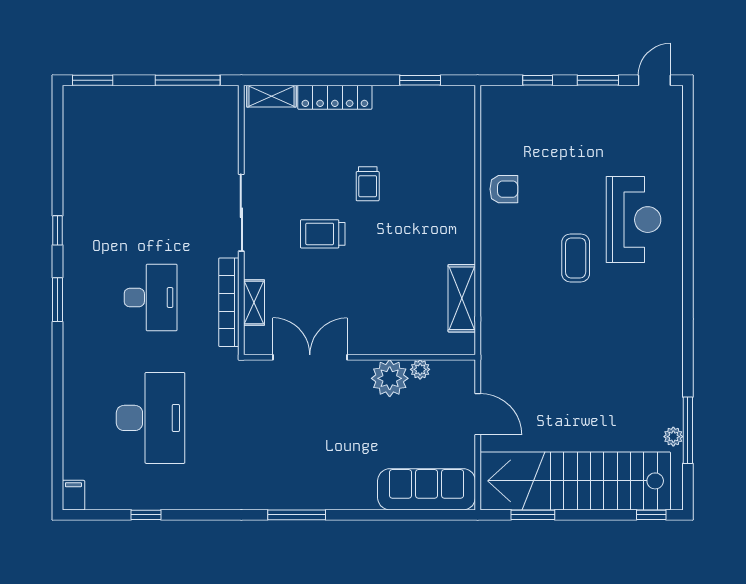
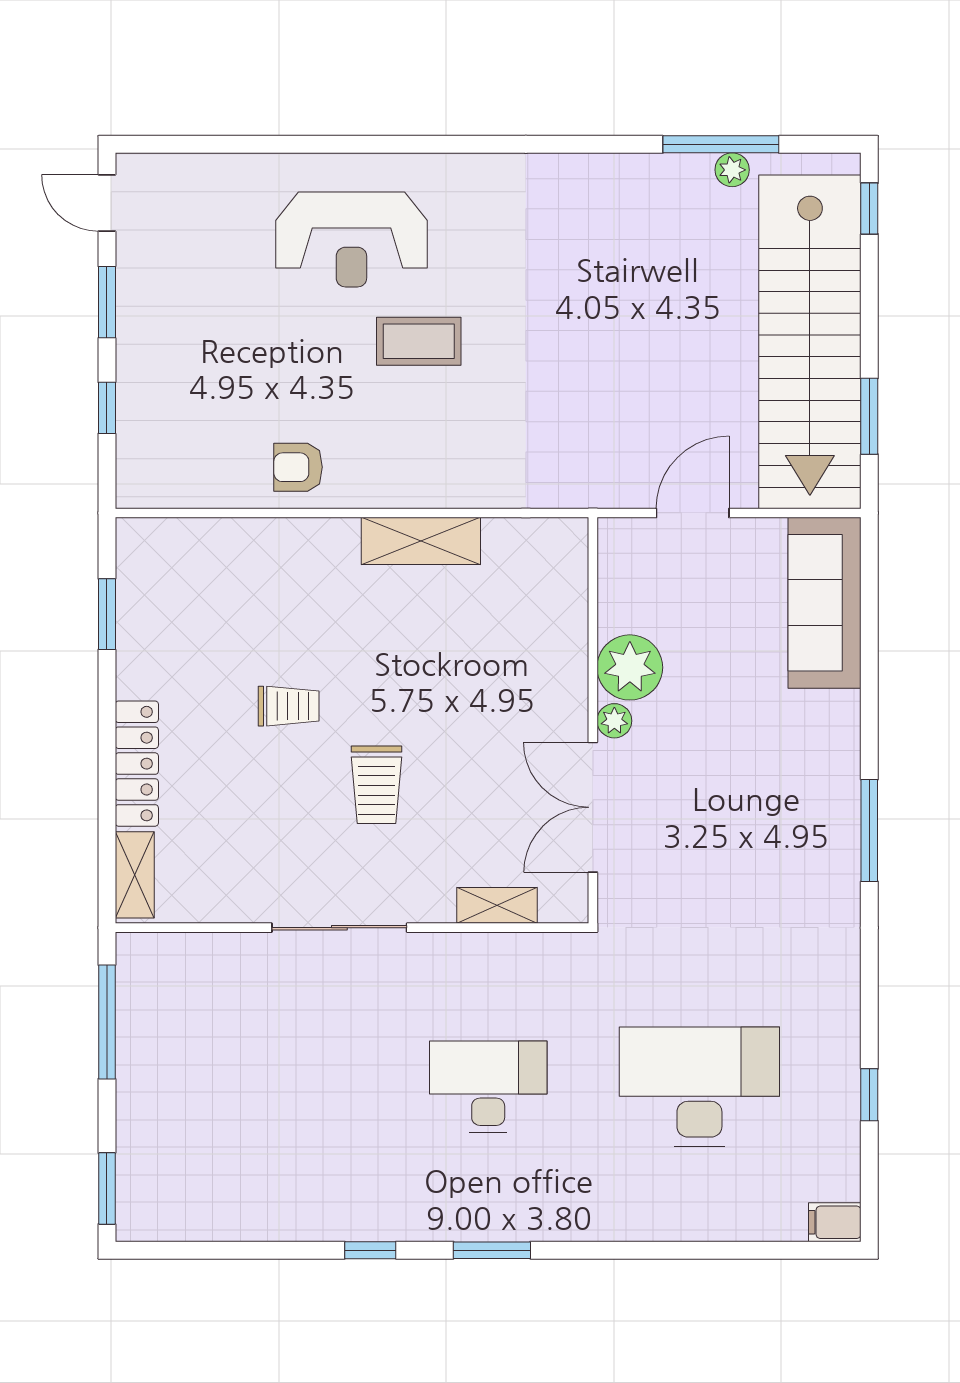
armchair: (504, 189) -> (298, 467), turned -90
reception desk: (634, 220) -> (351, 239), turned 180
shelving: (462, 298) -> (421, 541), moved
bookcase: (229, 302) -> (496, 950), removed
plant: (420, 369) -> (614, 721), moved

